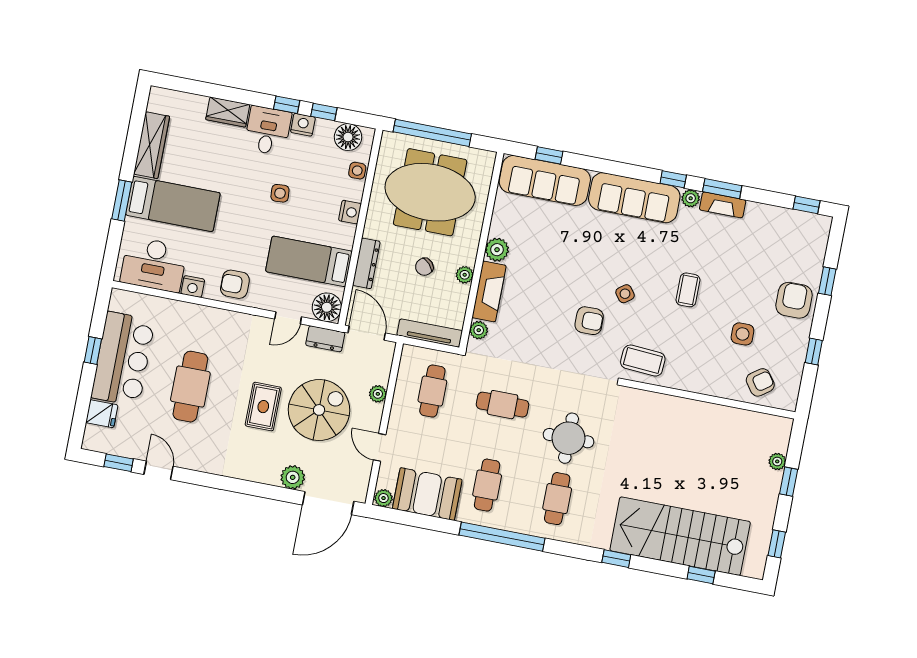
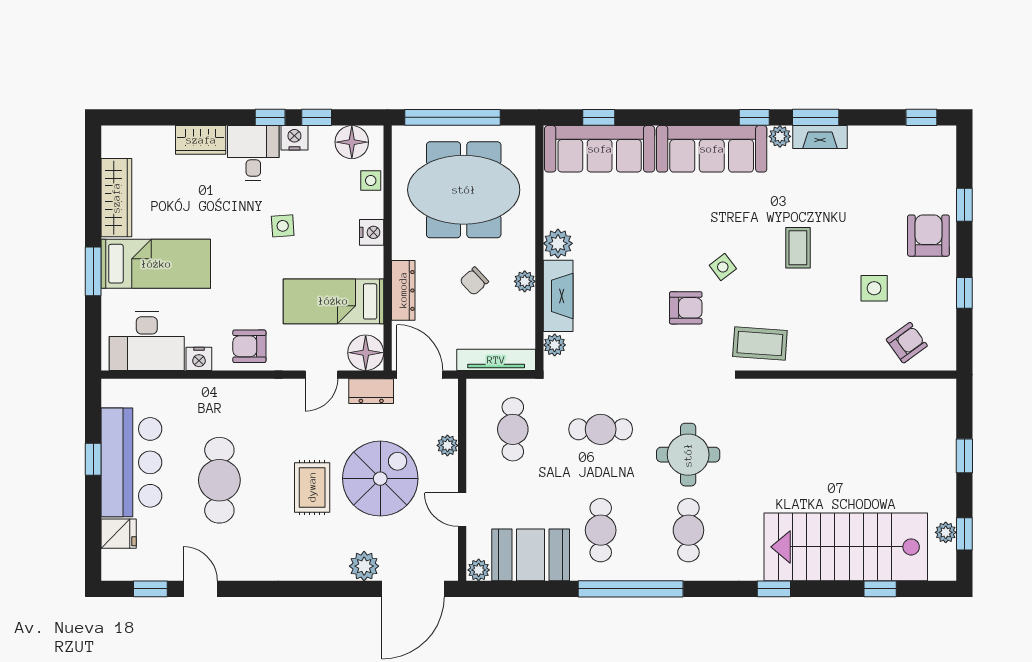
plant: (777, 461) -> (946, 532), moved

